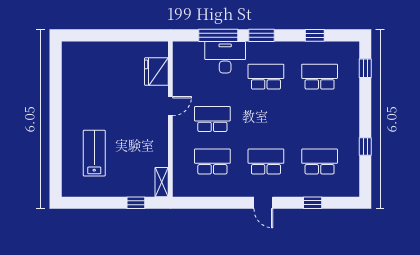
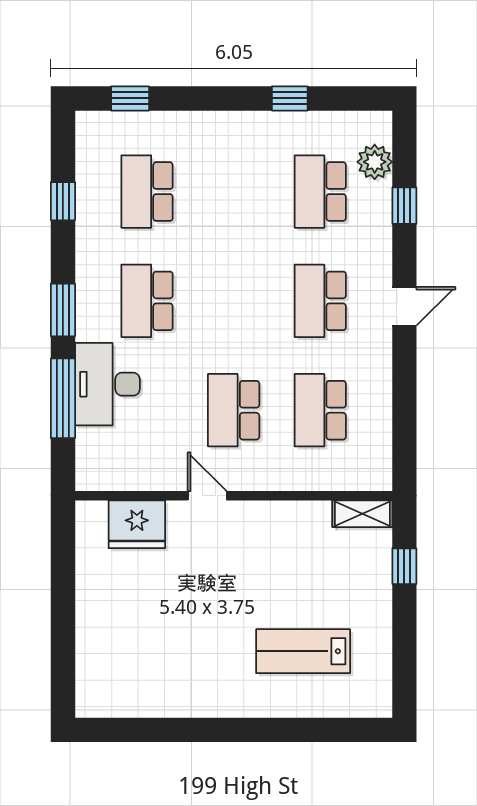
plant: (334, 188) -> (375, 162), added

